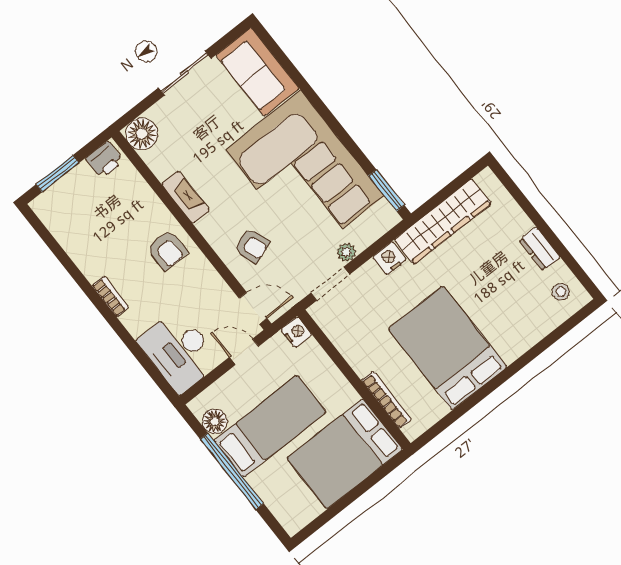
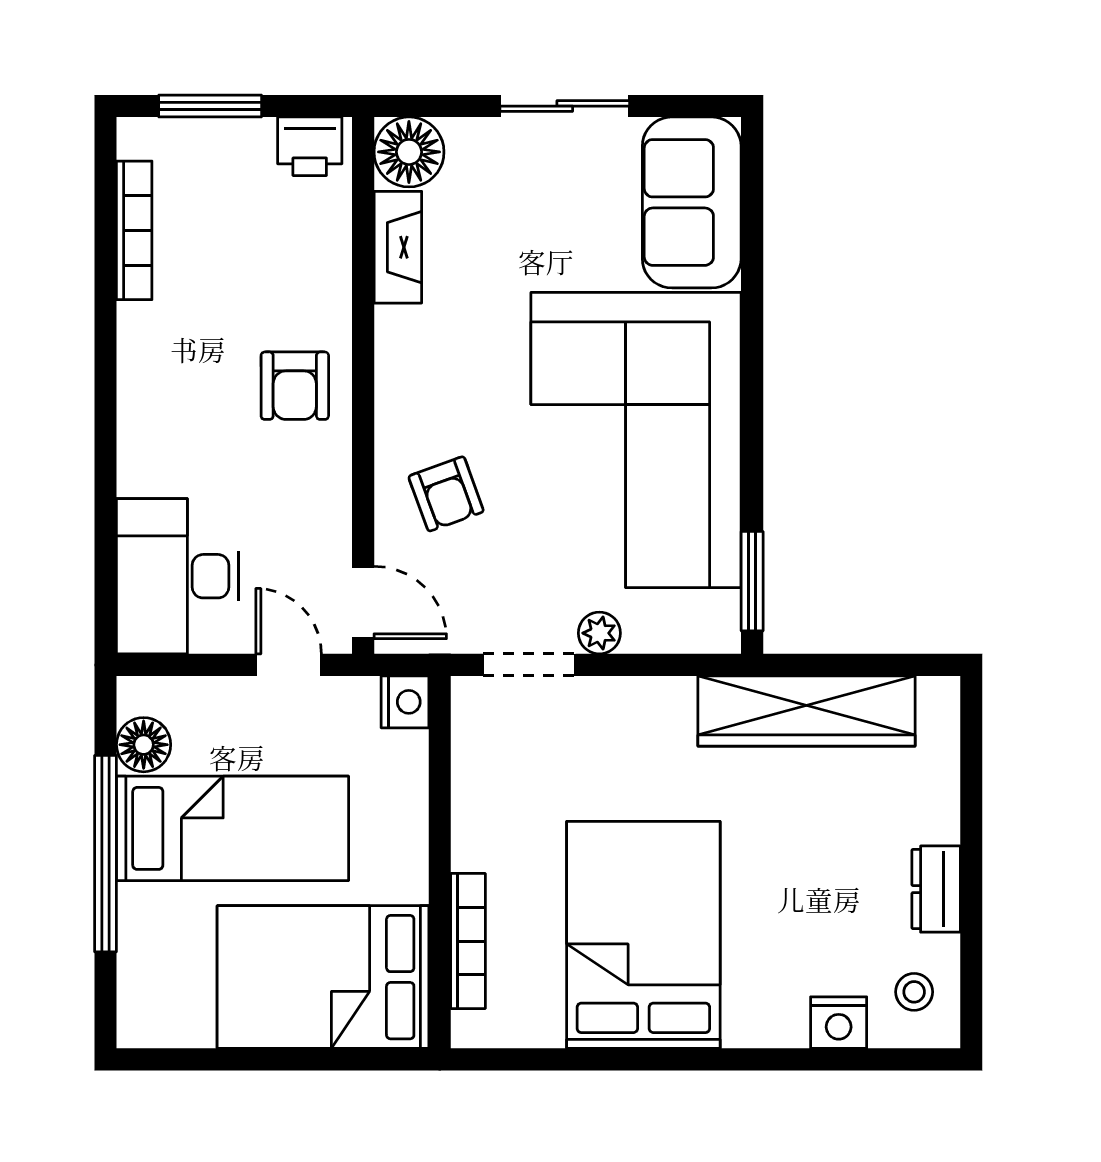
fireplace: (186, 197) -> (398, 247), moved
nightstand: (390, 258) -> (839, 1023), moved, turned 180
bookcase: (110, 296) -> (134, 230), moved, width x1.56

